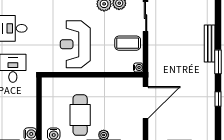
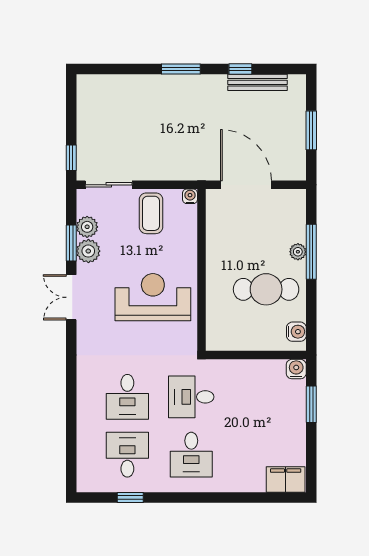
bench: (210, 43) -> (257, 82), moved
reception desk: (75, 44) -> (153, 297), turned 180

